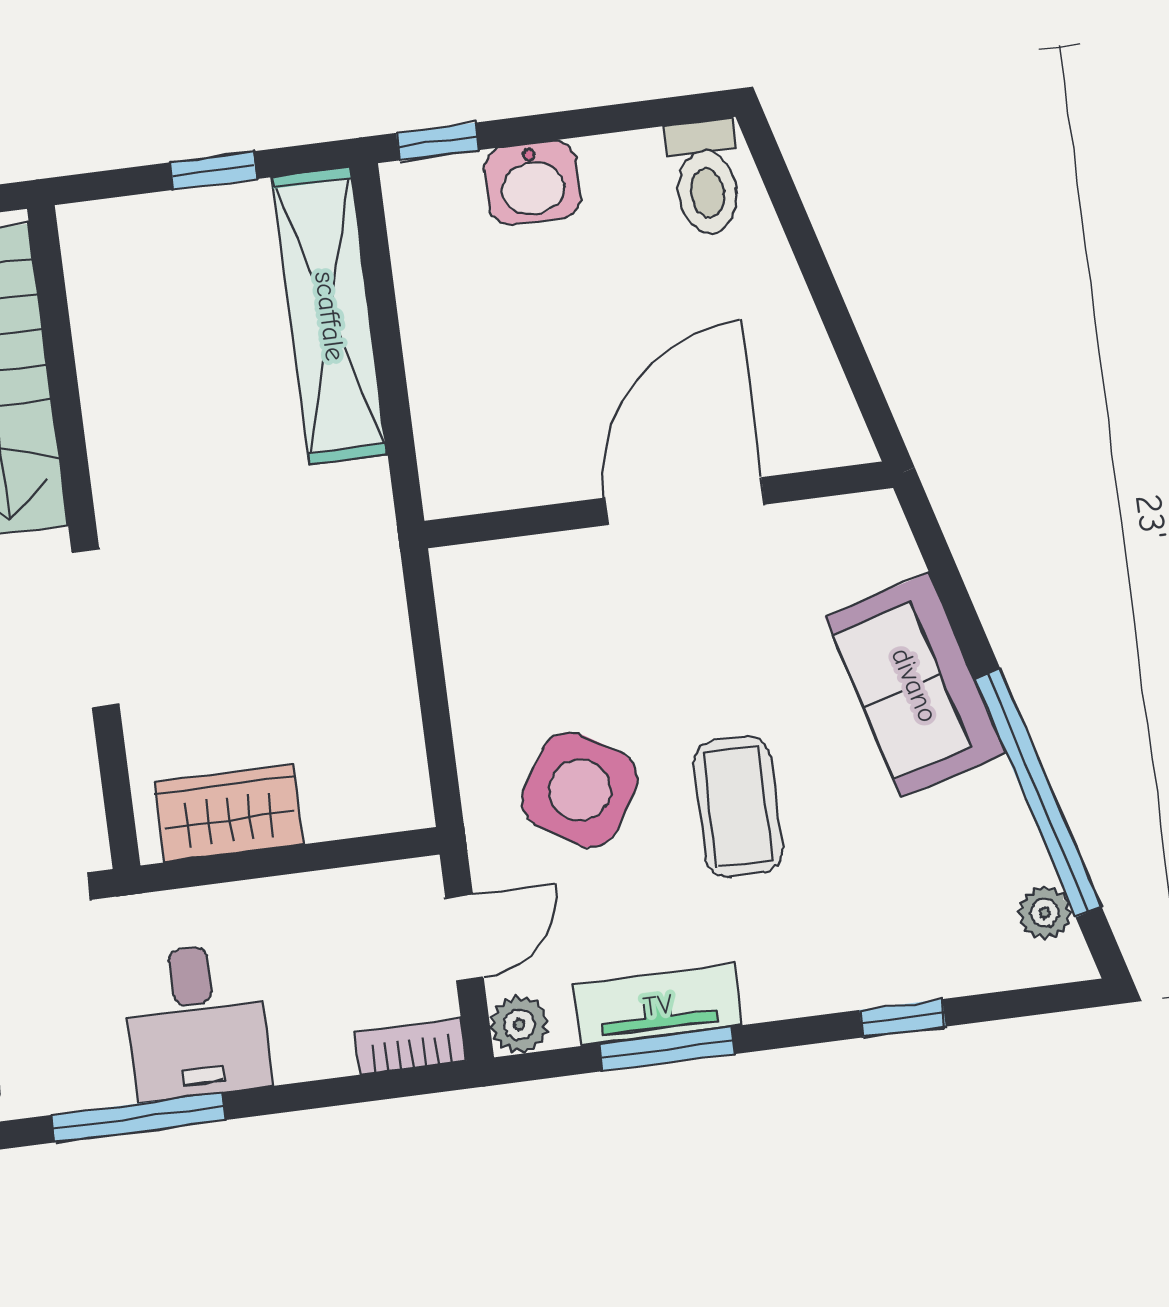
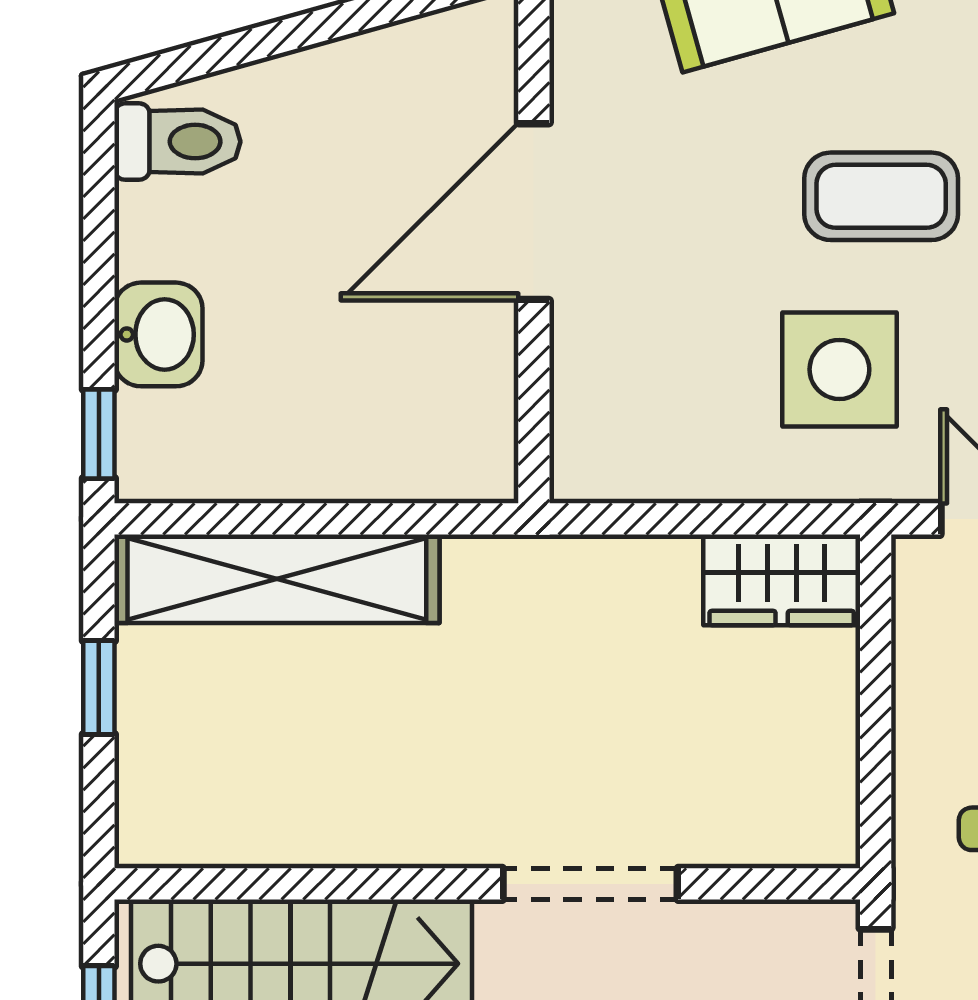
door: (684, 501) -> (534, 212), hinge flipped
side table: (580, 790) -> (839, 369), turned -32
wardrobe: (229, 813) -> (782, 580), moved, turned -90

